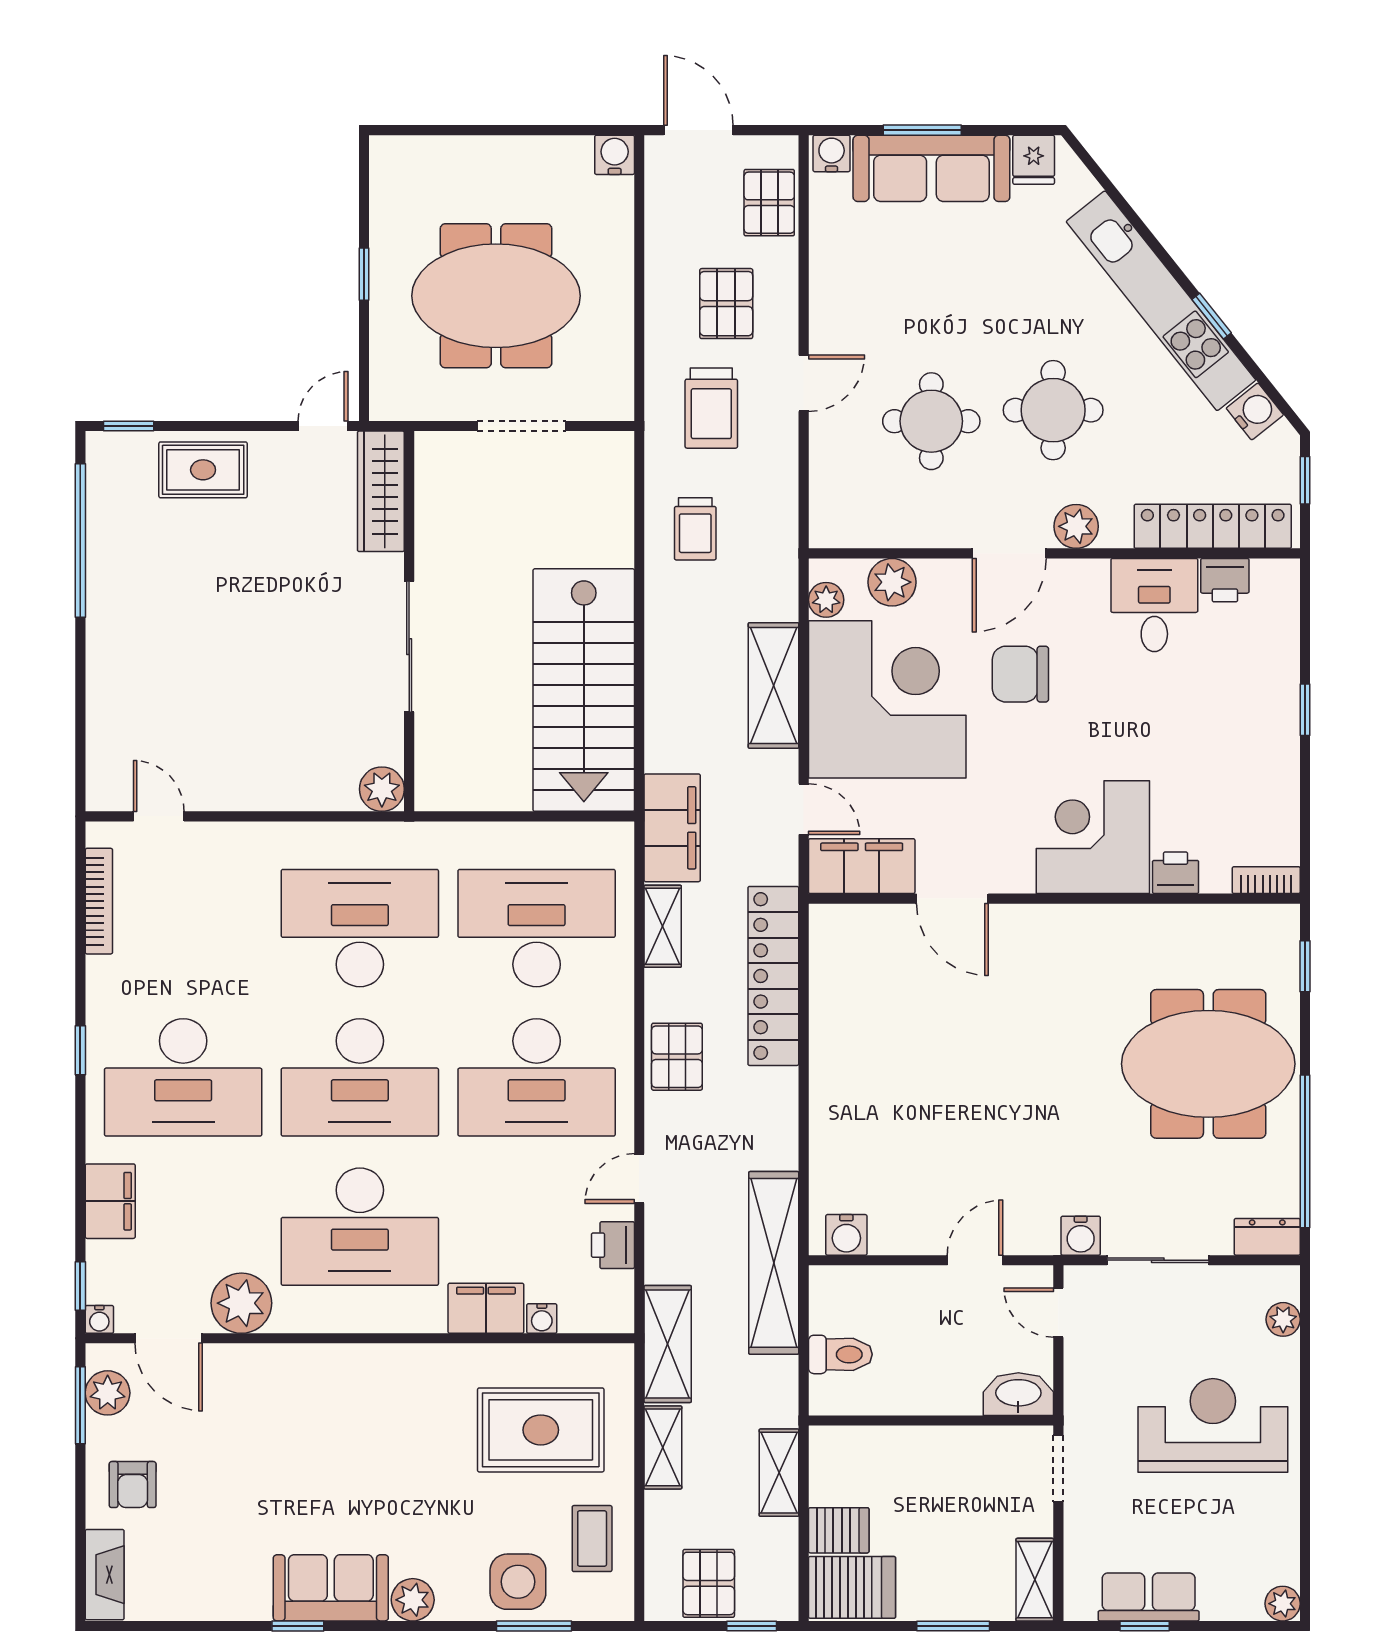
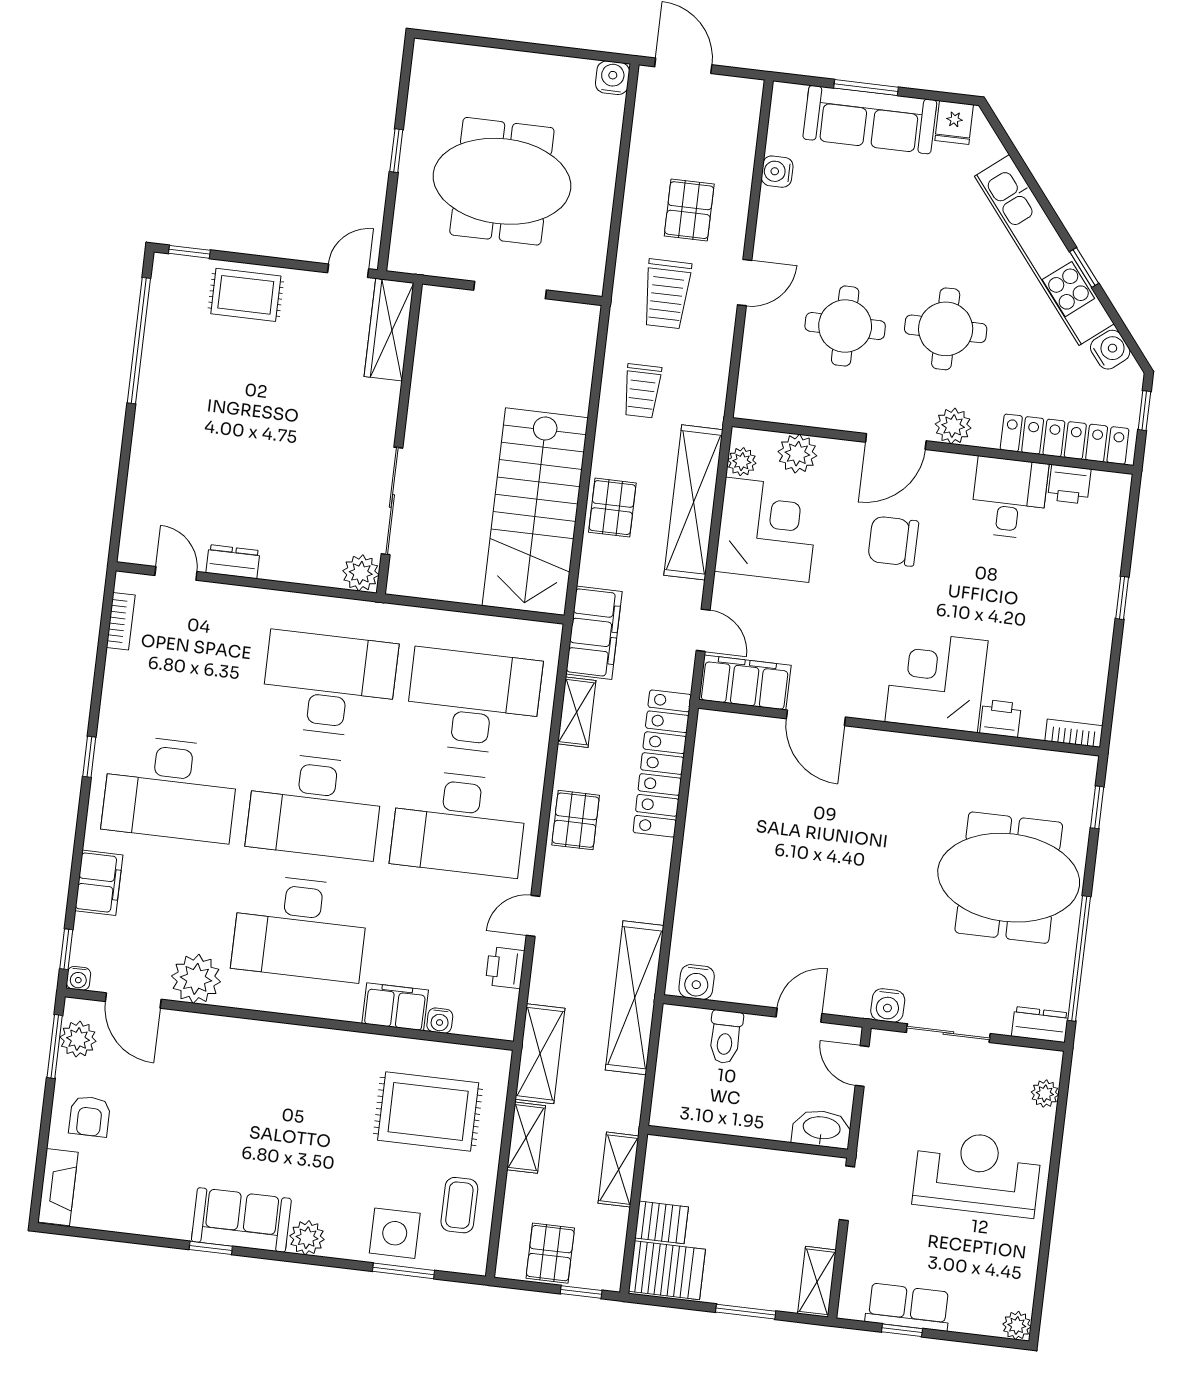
water cooler: (832, 153) -> (777, 172), moved, turned -90
pallet: (769, 203) -> (612, 508), moved
sliding door: (409, 647) -> (392, 501), moved
shelving: (774, 685) -> (693, 502), width x1.47
corner desk: (887, 699) -> (767, 530), width x0.74, depth x0.74
dresser: (226, 794) -> (233, 562), added
bookcase: (99, 901) -> (121, 621), width x0.64
toilet: (840, 1354) -> (725, 1037), moved, turned 90

